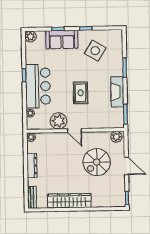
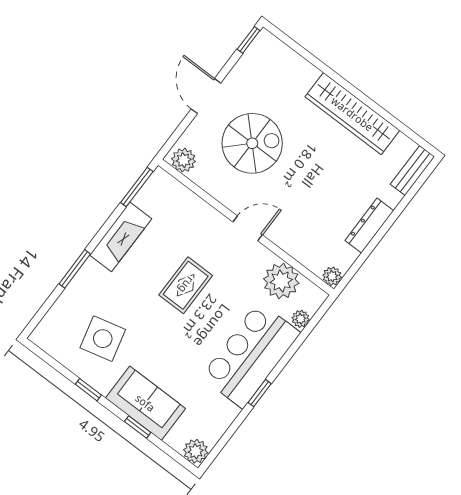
side table: (95, 51) -> (103, 339), turned 45
plant: (58, 121) -> (281, 281), moved
door: (74, 130) -> (248, 228), hinge flipped

